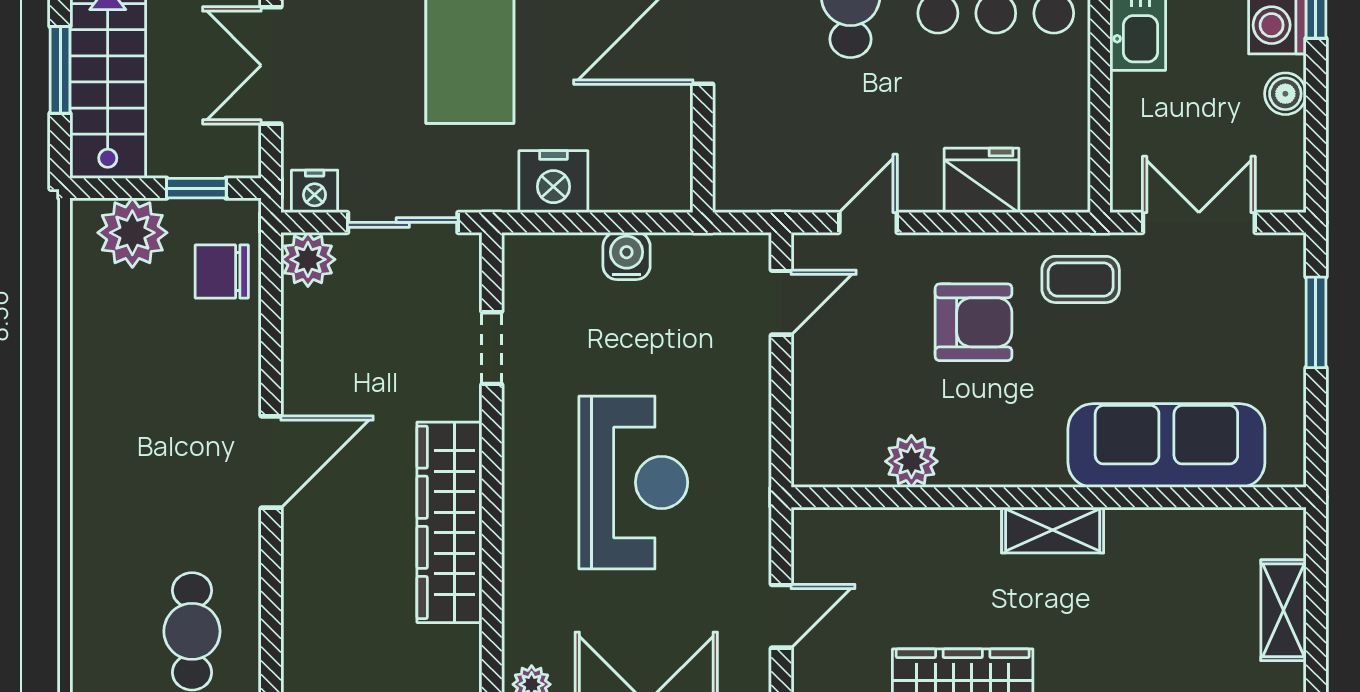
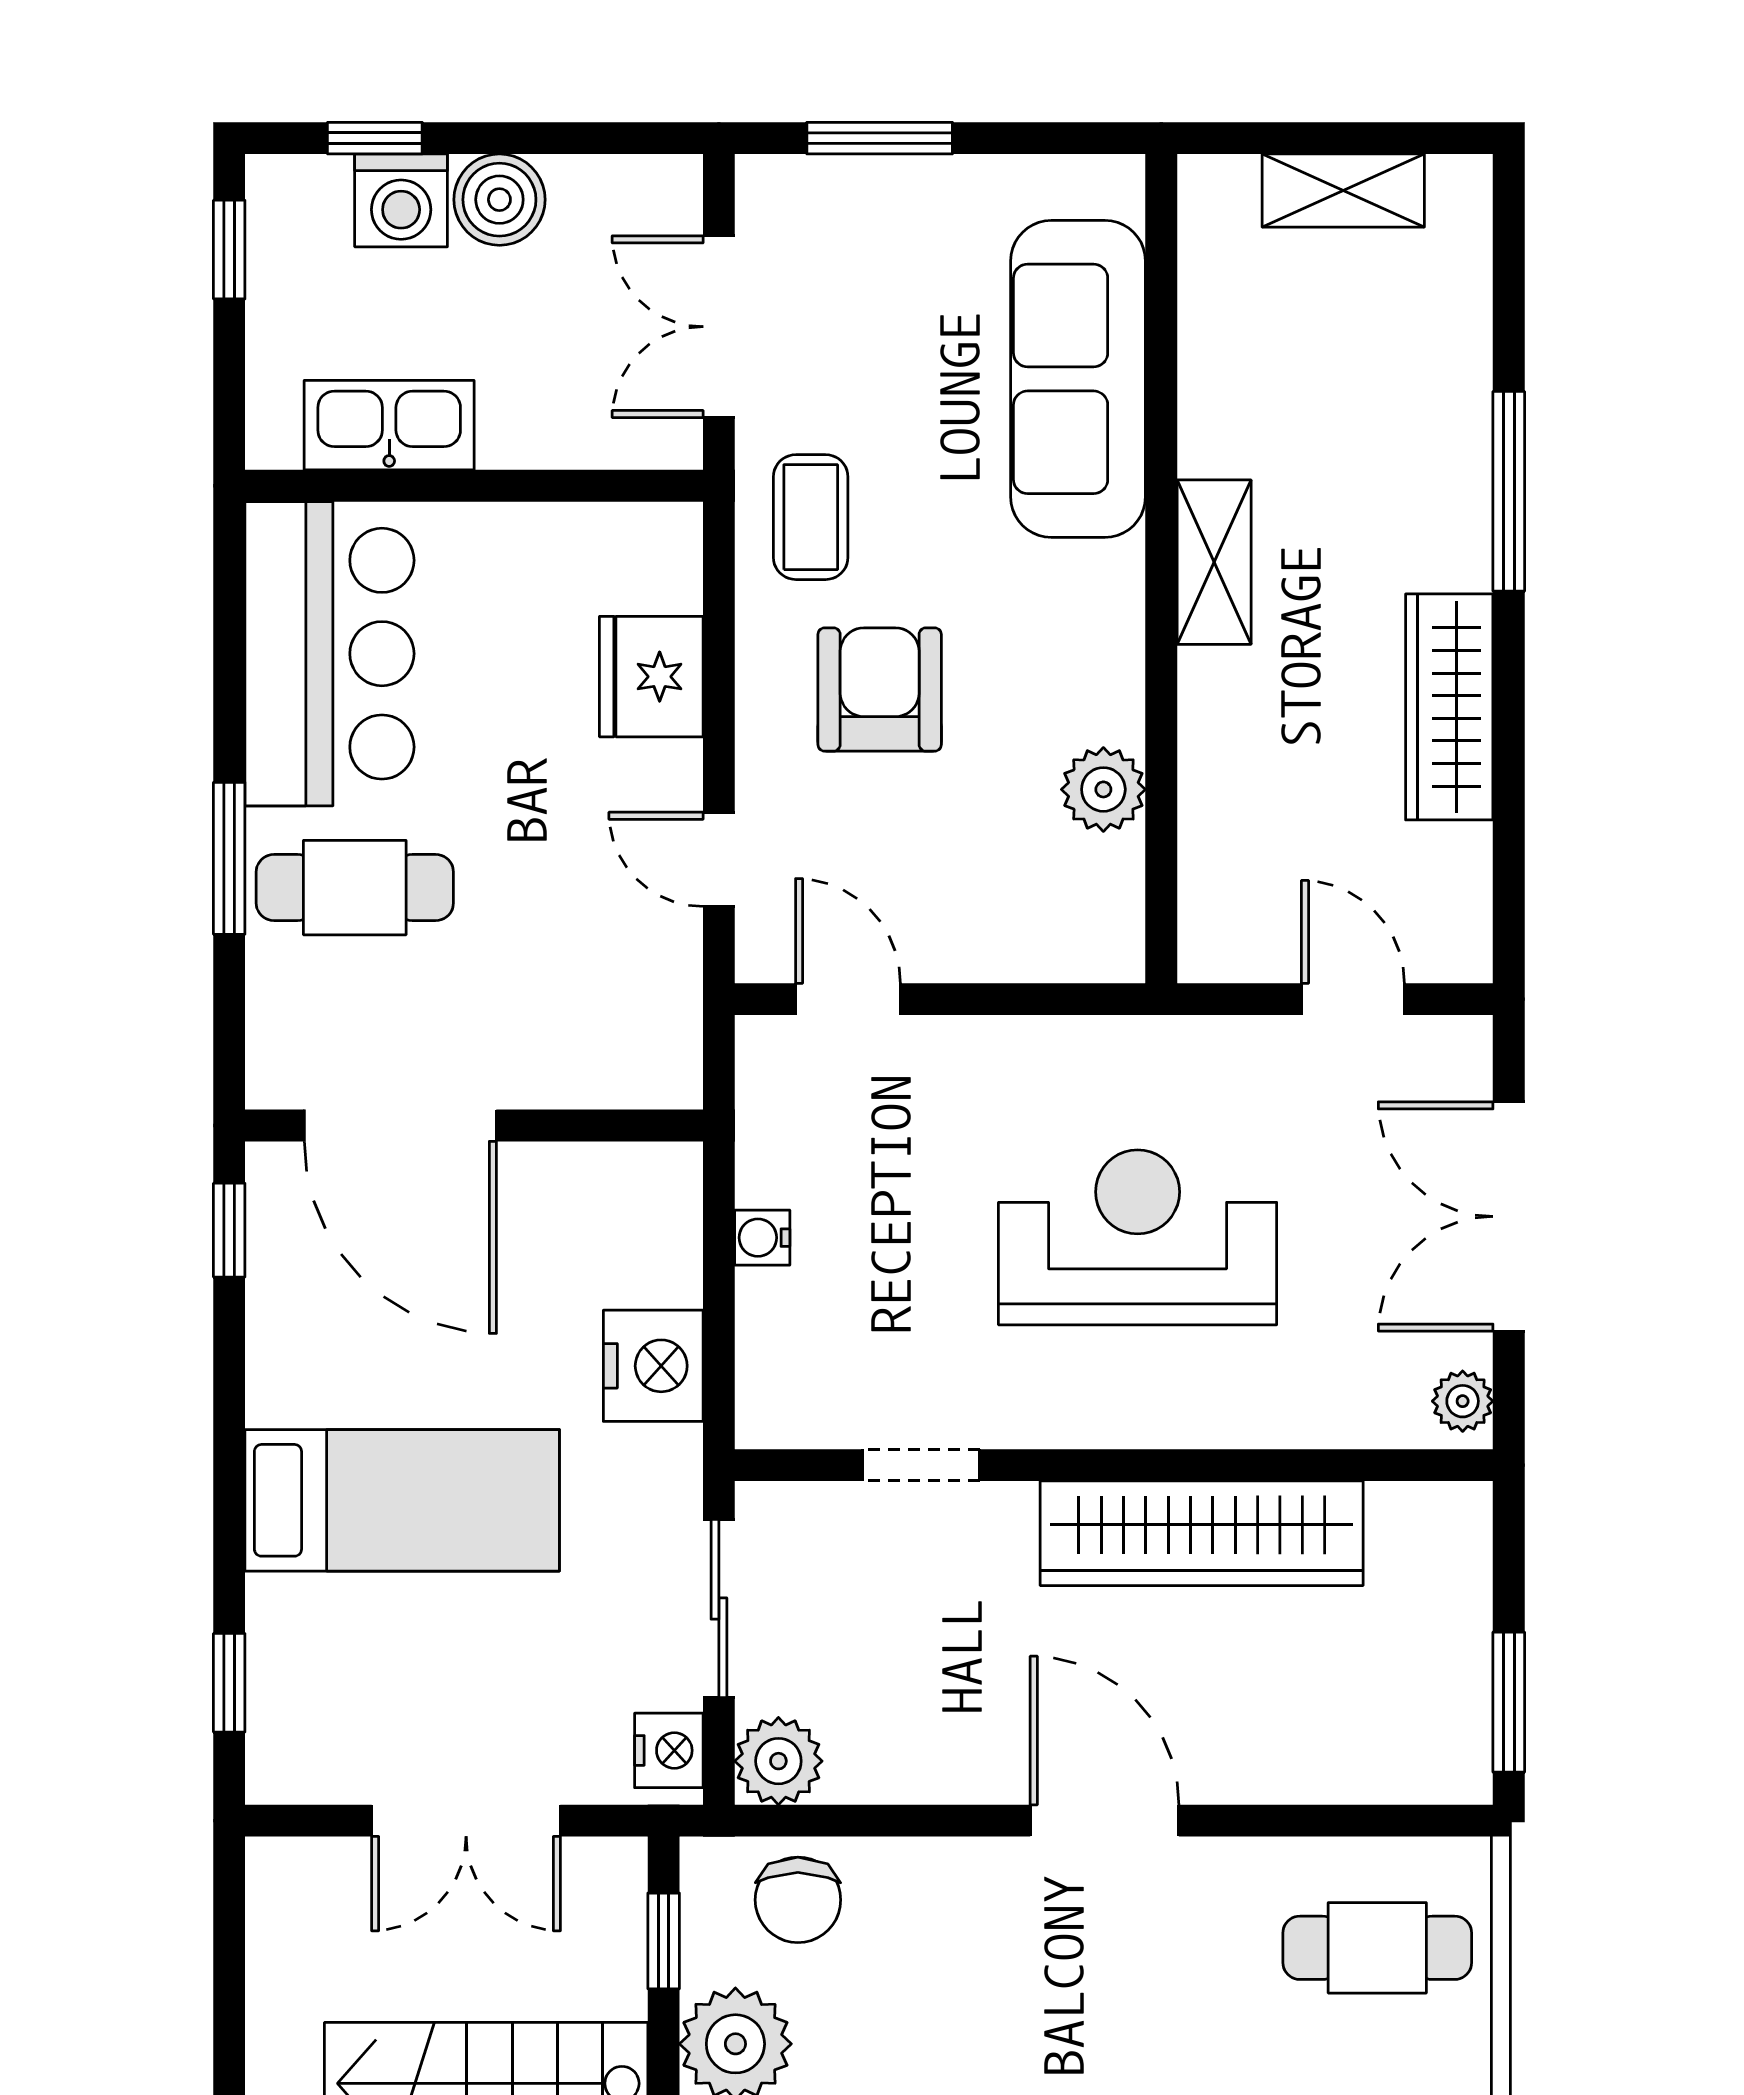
boiler: (1285, 94) -> (499, 200), width x1.36, depth x1.36
water cooler: (627, 256) -> (762, 1238), width x0.72, depth x0.72

